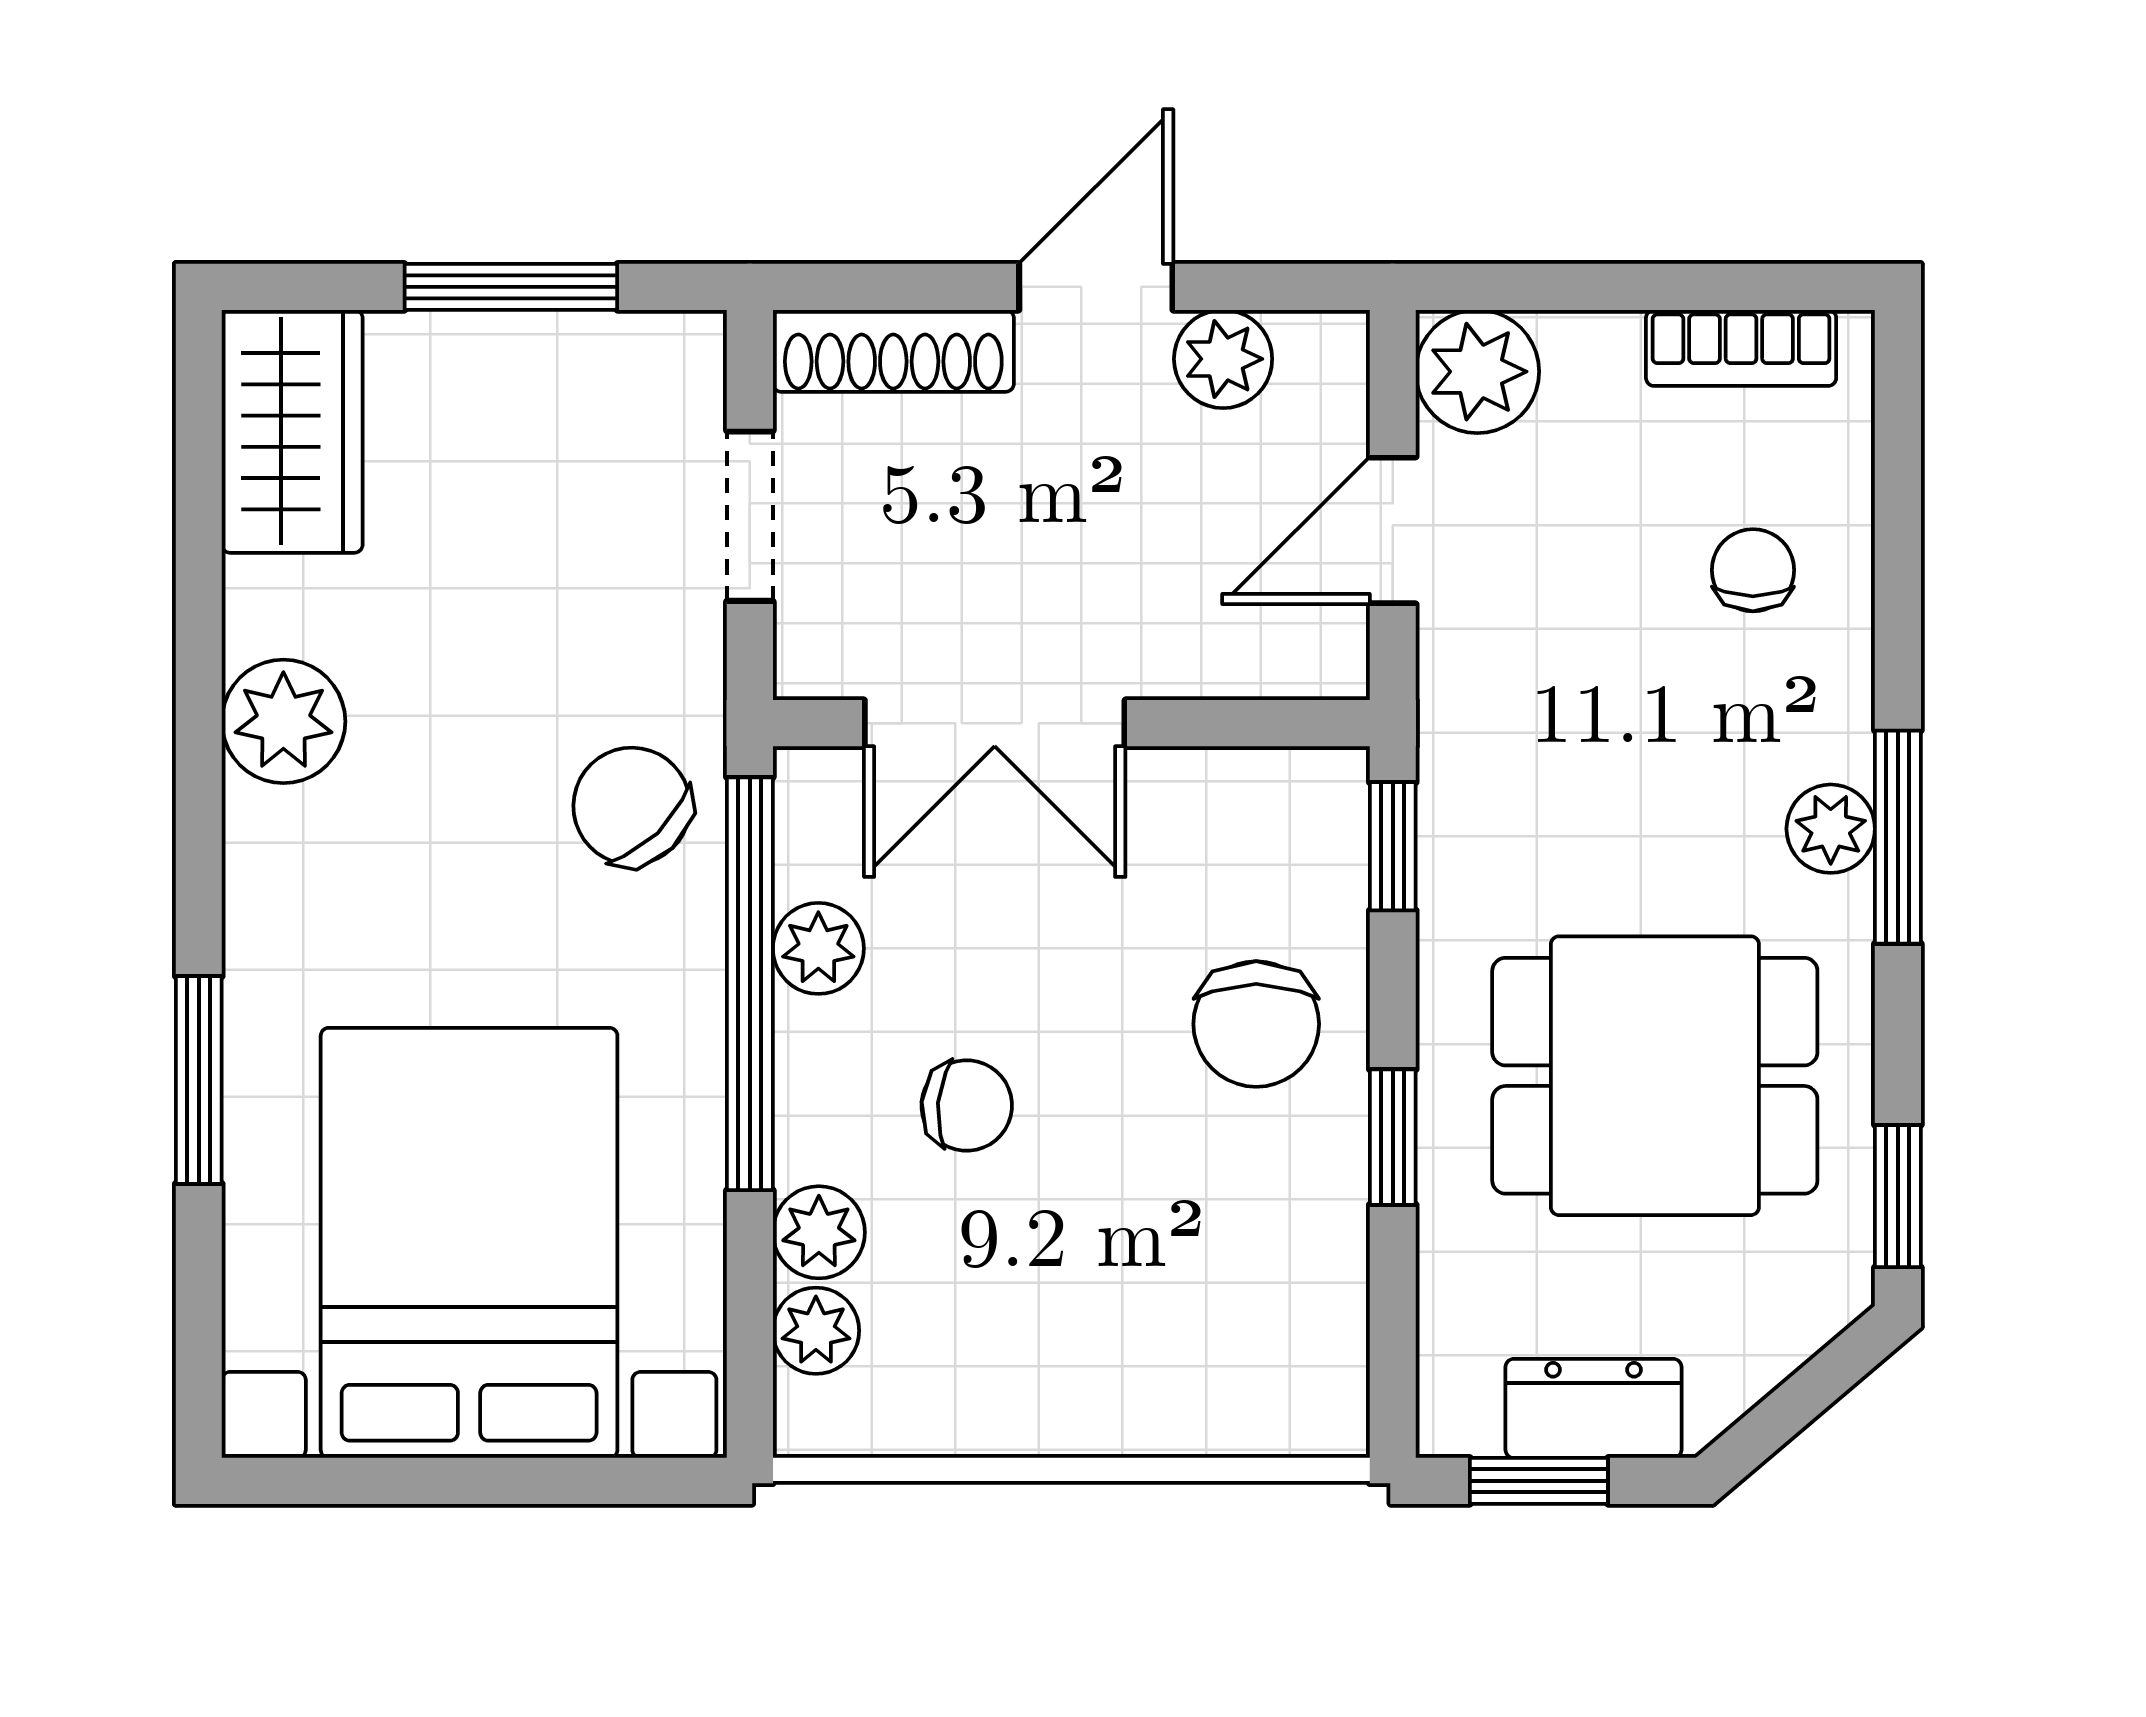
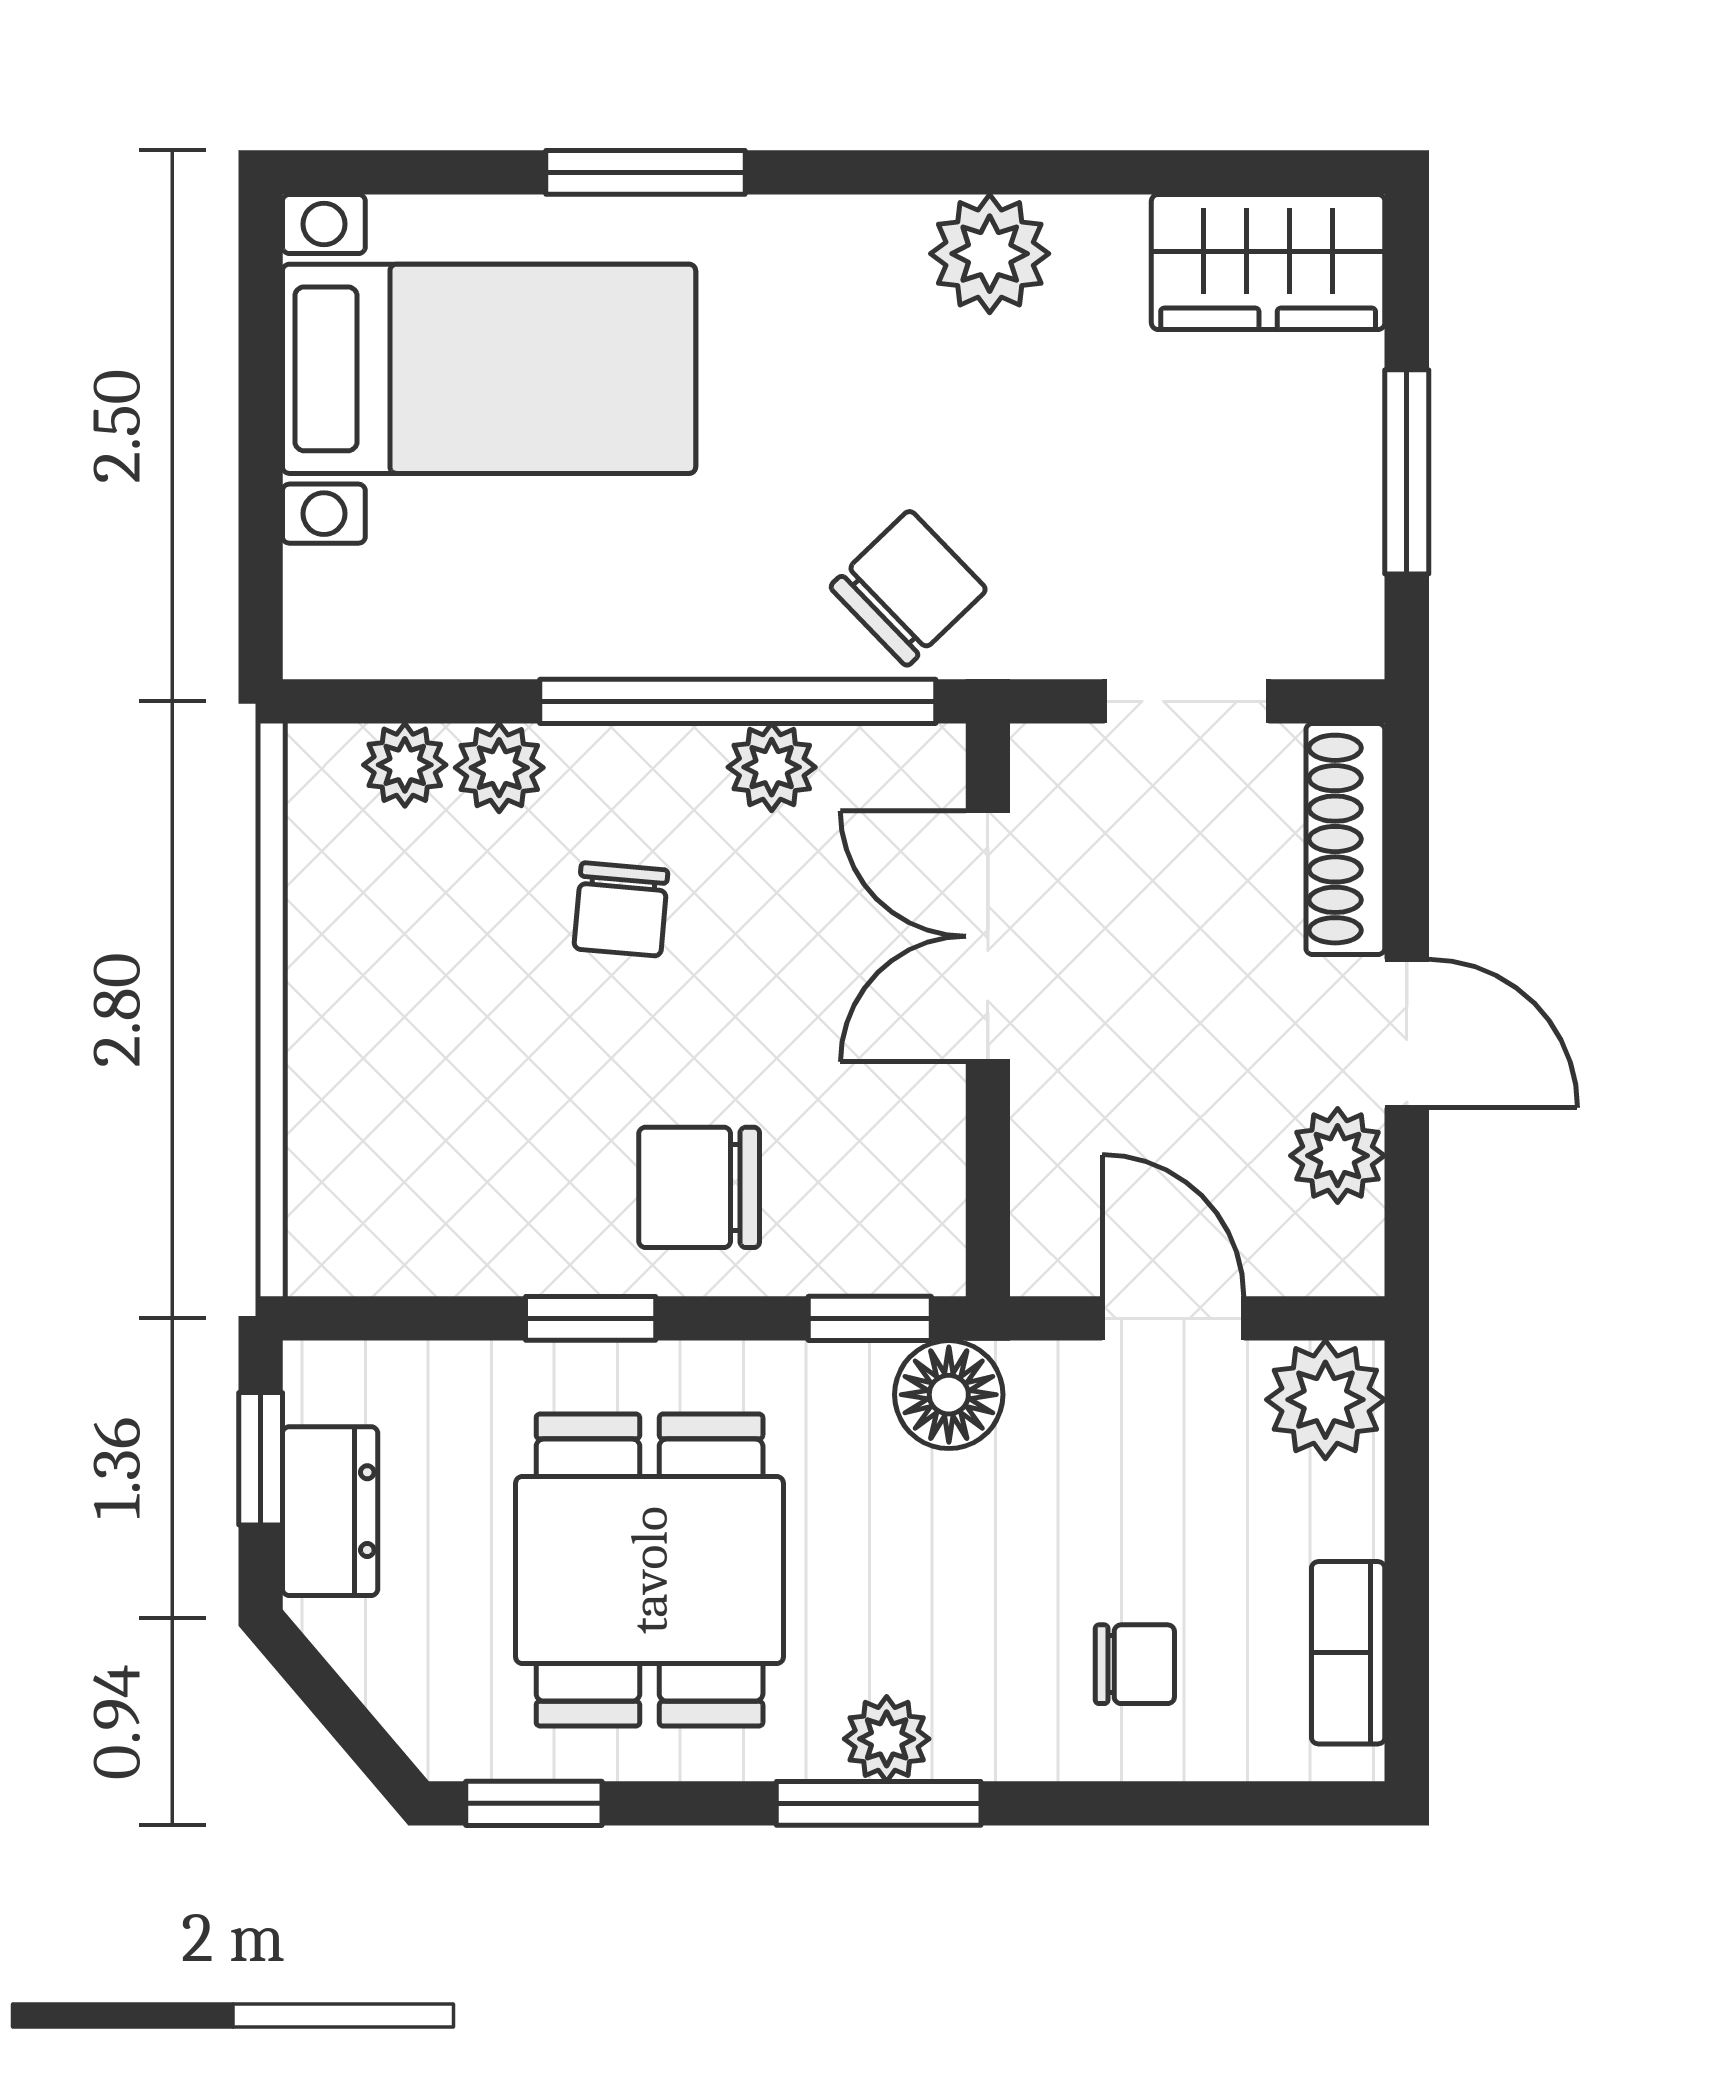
floor lamp: (1472, 764) -> (949, 1395), added
bed with nightstands: (469, 1243) -> (489, 369), width x0.73

